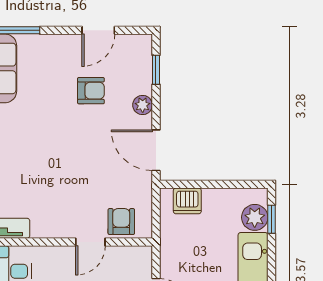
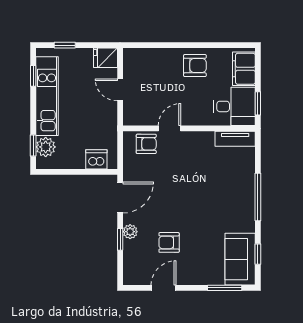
window: (156, 70) -> (120, 239), moved
door: (156, 150) -> (120, 198), hinge flipped
armchair: (121, 222) -> (146, 144), turned -90

